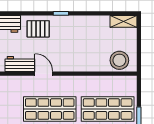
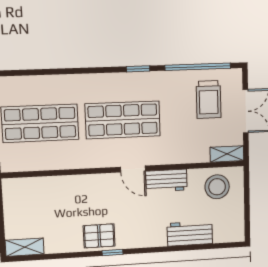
pallet: (38, 29) -> (99, 236), moved
stool: (119, 60) -> (27, 193), removed

